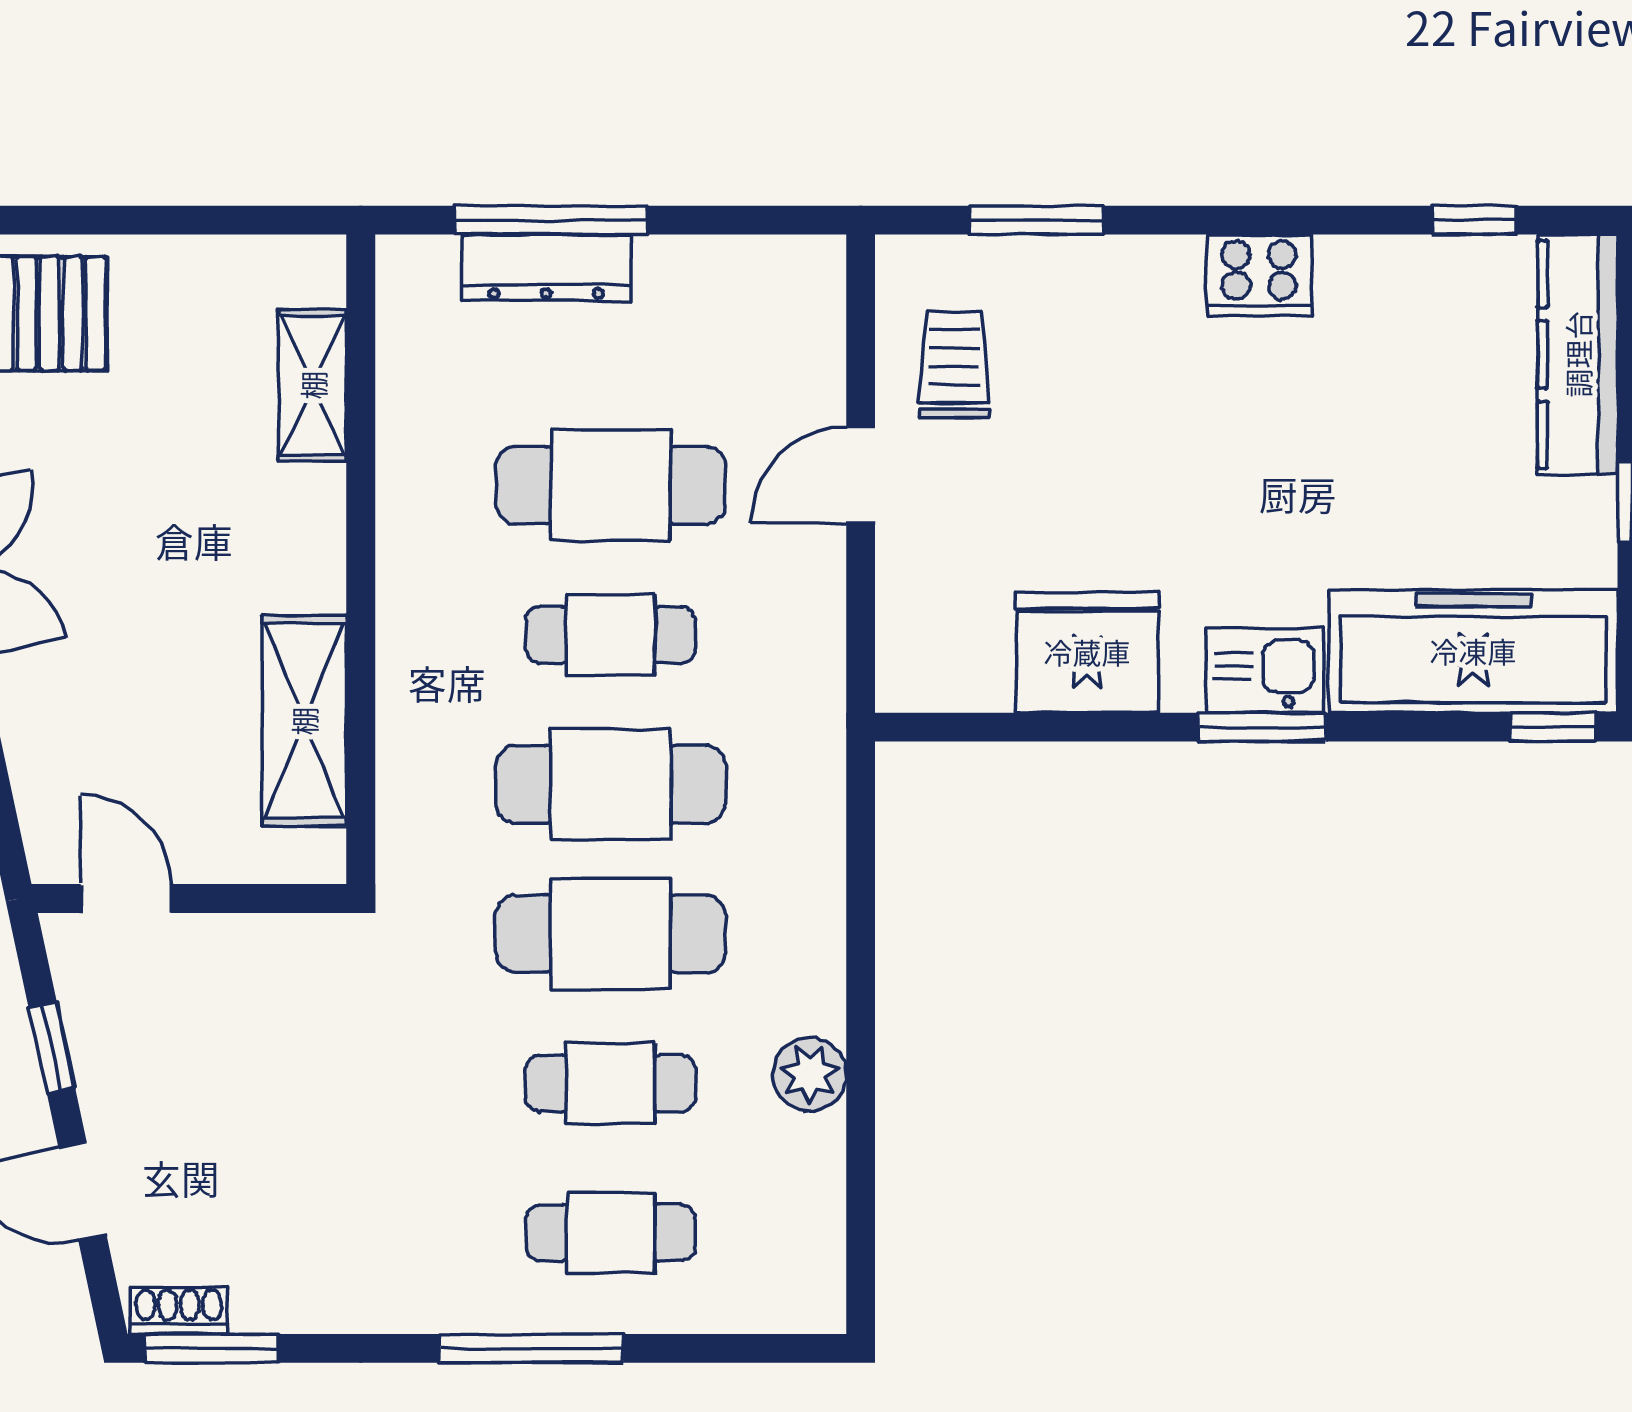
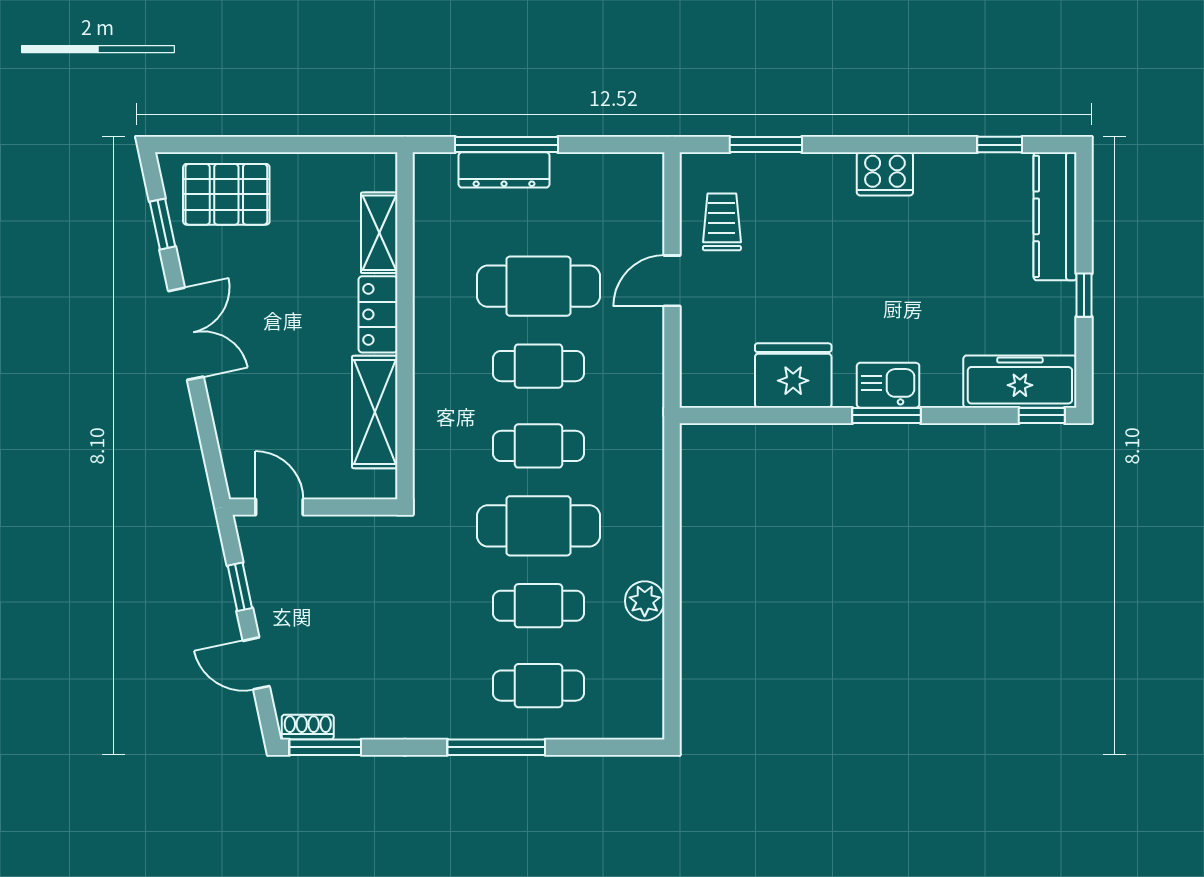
locker: (310, 538) -> (378, 314), added
freezer: (1473, 651) -> (1020, 382), width x0.73, depth x0.79
cafe table: (611, 784) -> (538, 446), width x0.73, depth x0.74

